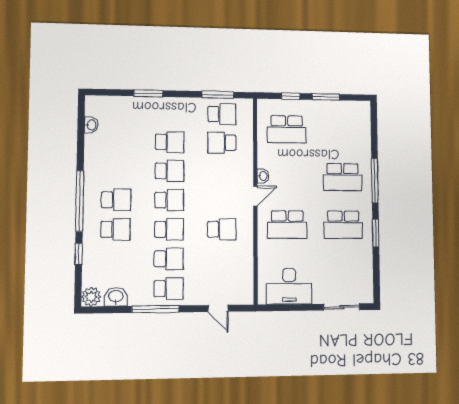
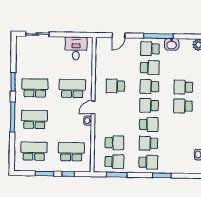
school desk: (170, 113) -> (148, 162), added
school desk: (222, 114) -> (114, 162), turned 180
school desk: (342, 130) -> (34, 151), added
school desk: (170, 171) -> (149, 124), turned 180
school desk: (169, 259) -> (150, 68), turned 180
desk: (289, 286) -> (76, 48), width x0.73
washbasin: (116, 297) -> (172, 44), moved
door: (218, 308) -> (119, 35), swing flipped

